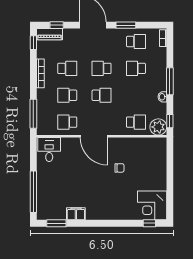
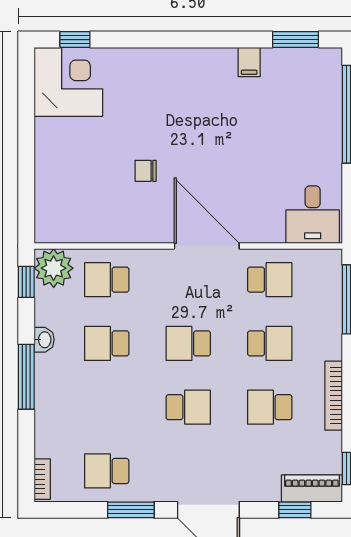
school desk: (136, 68) -> (107, 343), moved, turned 180
filing cabinet: (76, 214) -> (249, 62), width x0.50

